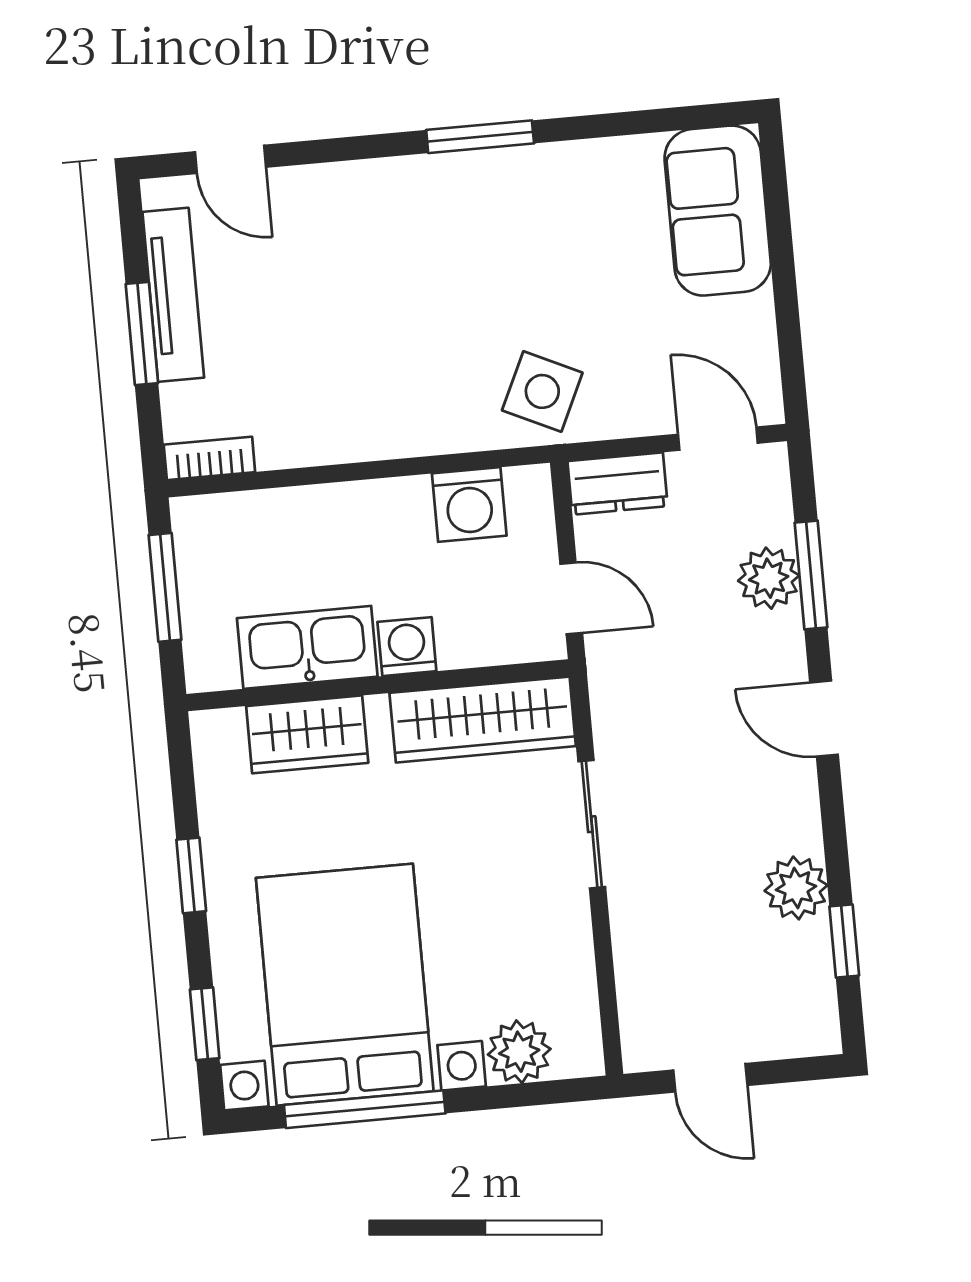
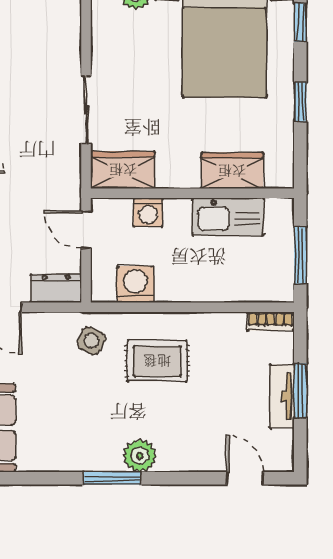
plant: (432, 184) -> (140, 456), added
tv unit: (173, 295) -> (282, 396), width x0.71
rug: (415, 364) -> (157, 361), added
side table: (542, 391) -> (91, 341), width x0.73, depth x0.73
washing machine: (407, 647) -> (148, 212), moved
wardrobe: (483, 720) -> (123, 170), width x0.67

